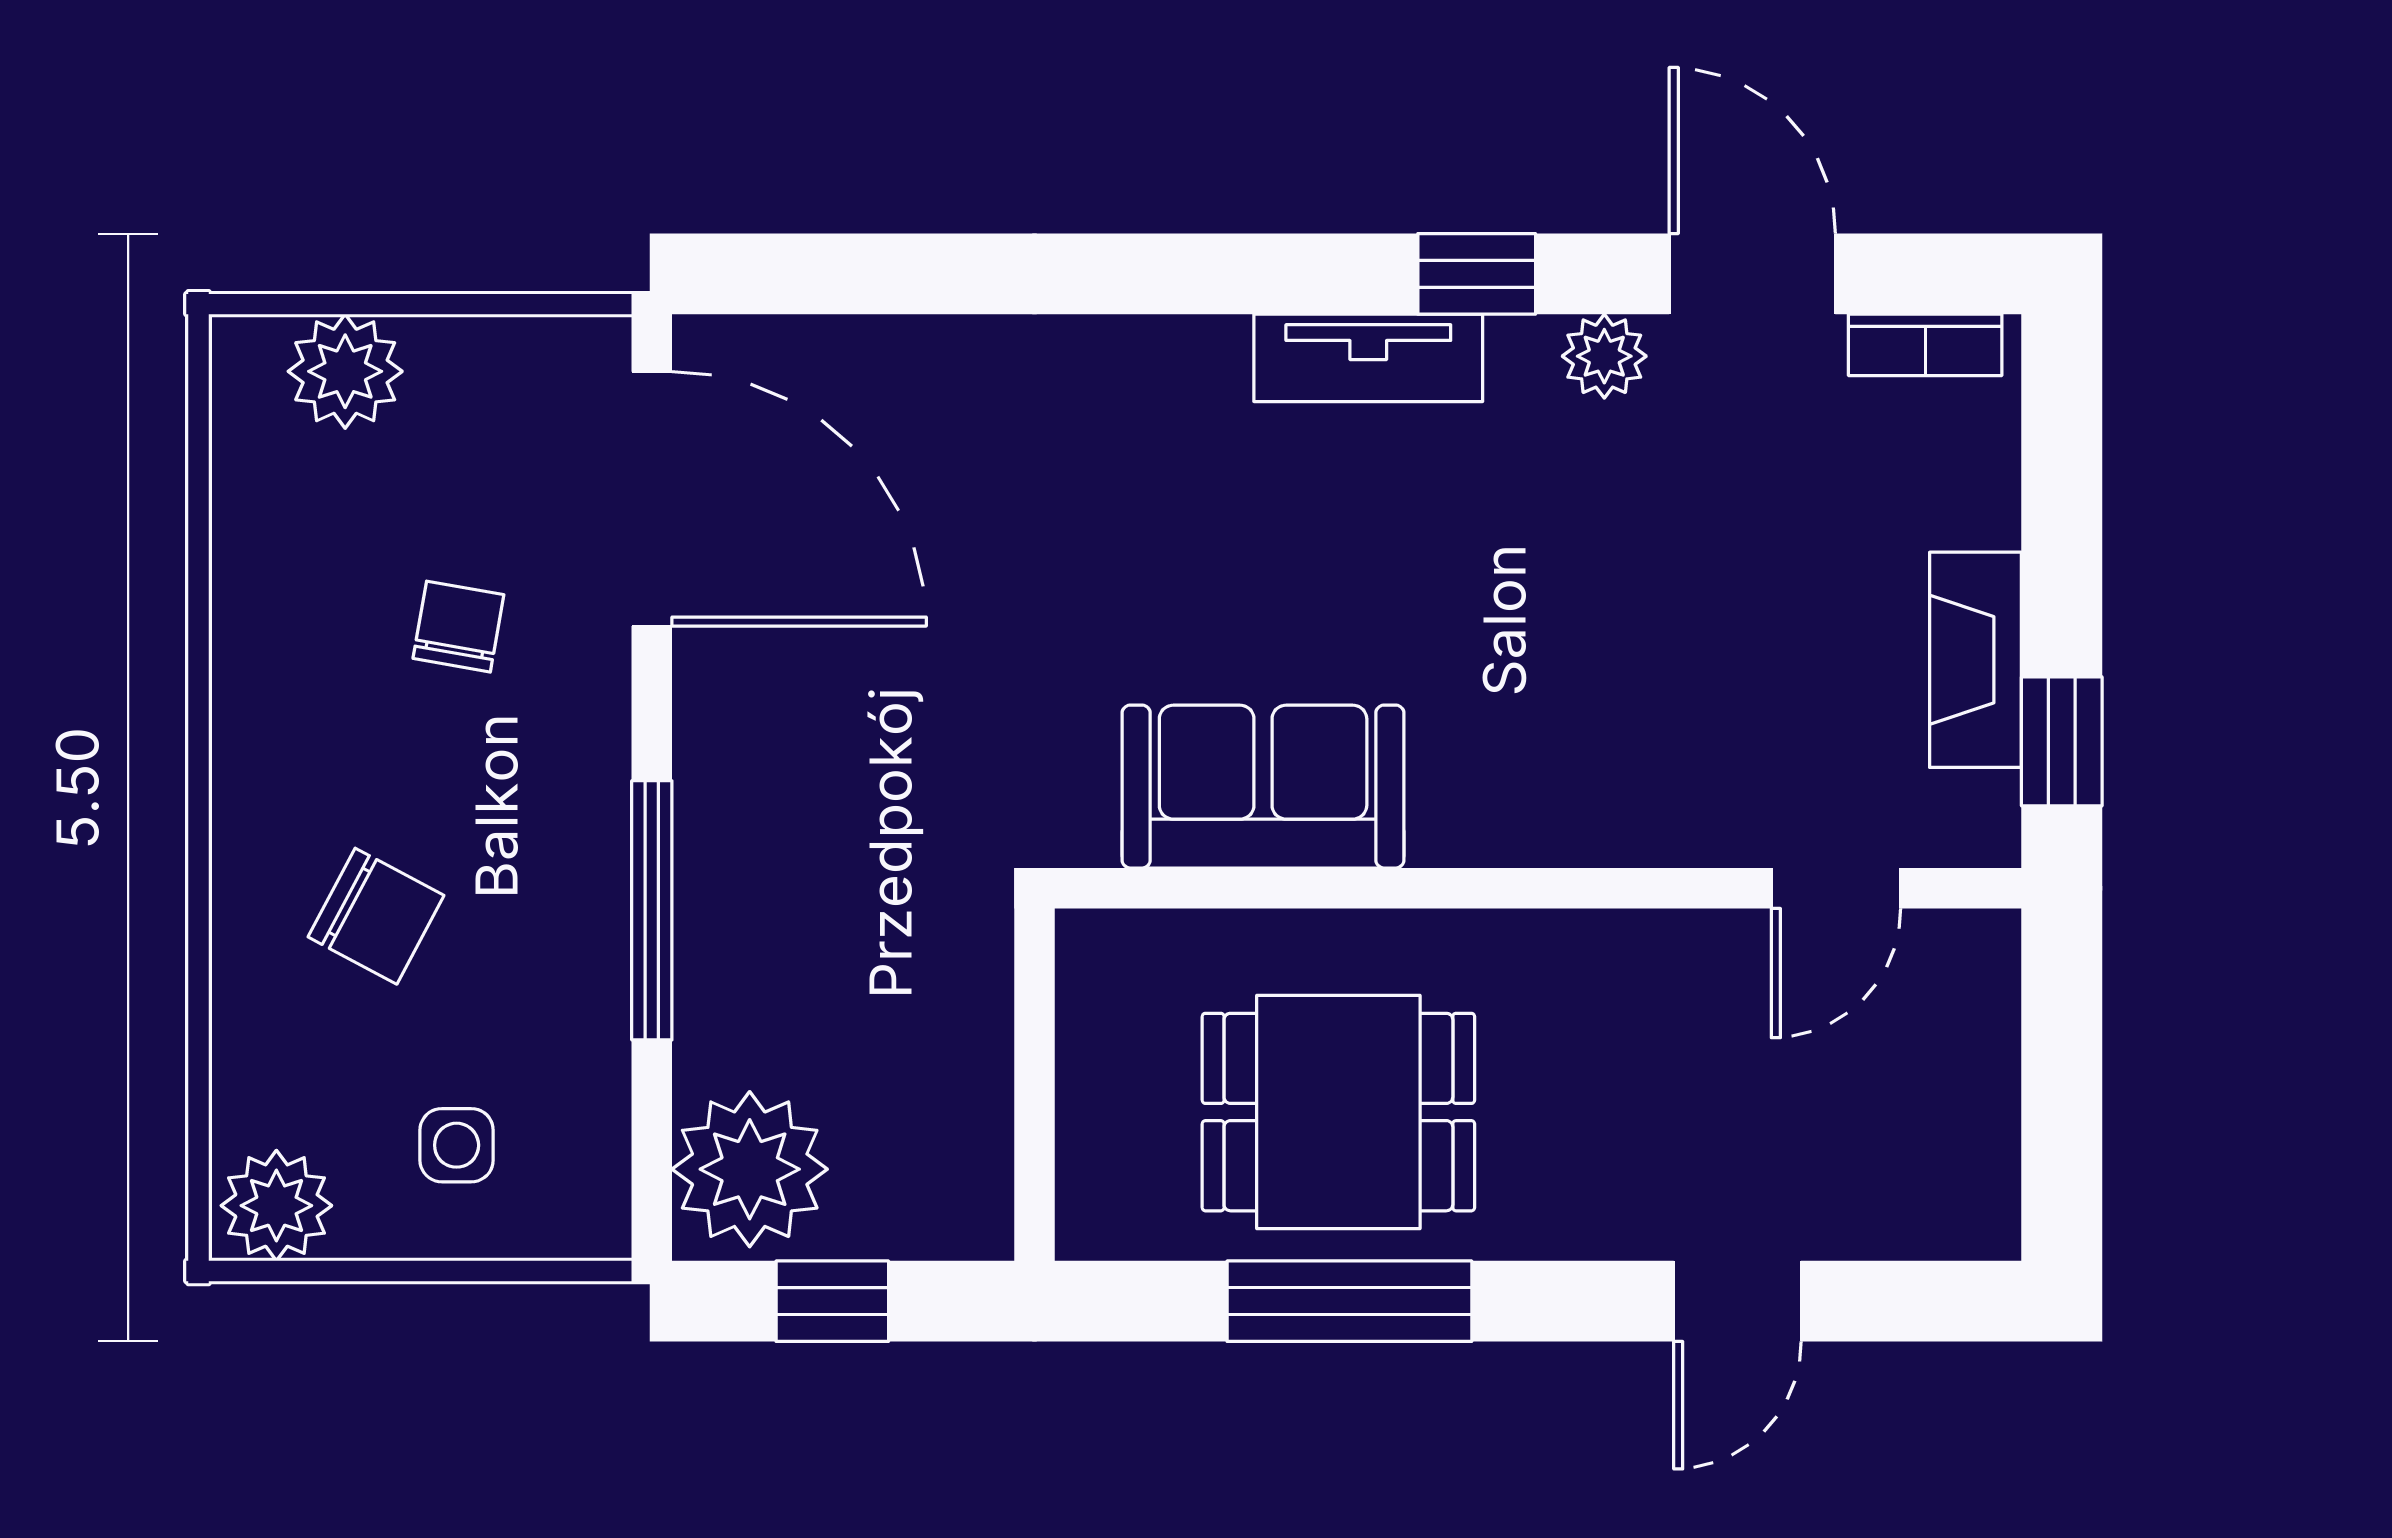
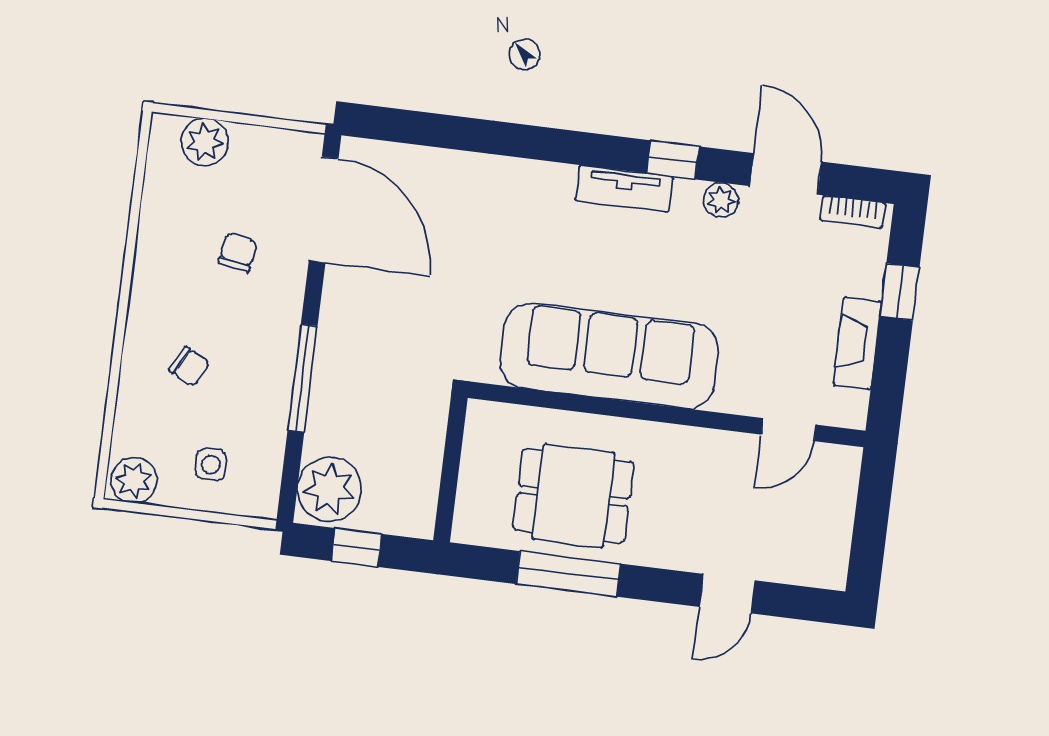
window: (2062, 741) -> (900, 292), moved
sofa: (1263, 787) -> (609, 356), width x1.85, depth x1.27
chair: (376, 916) -> (189, 367), width x0.73, depth x0.73

